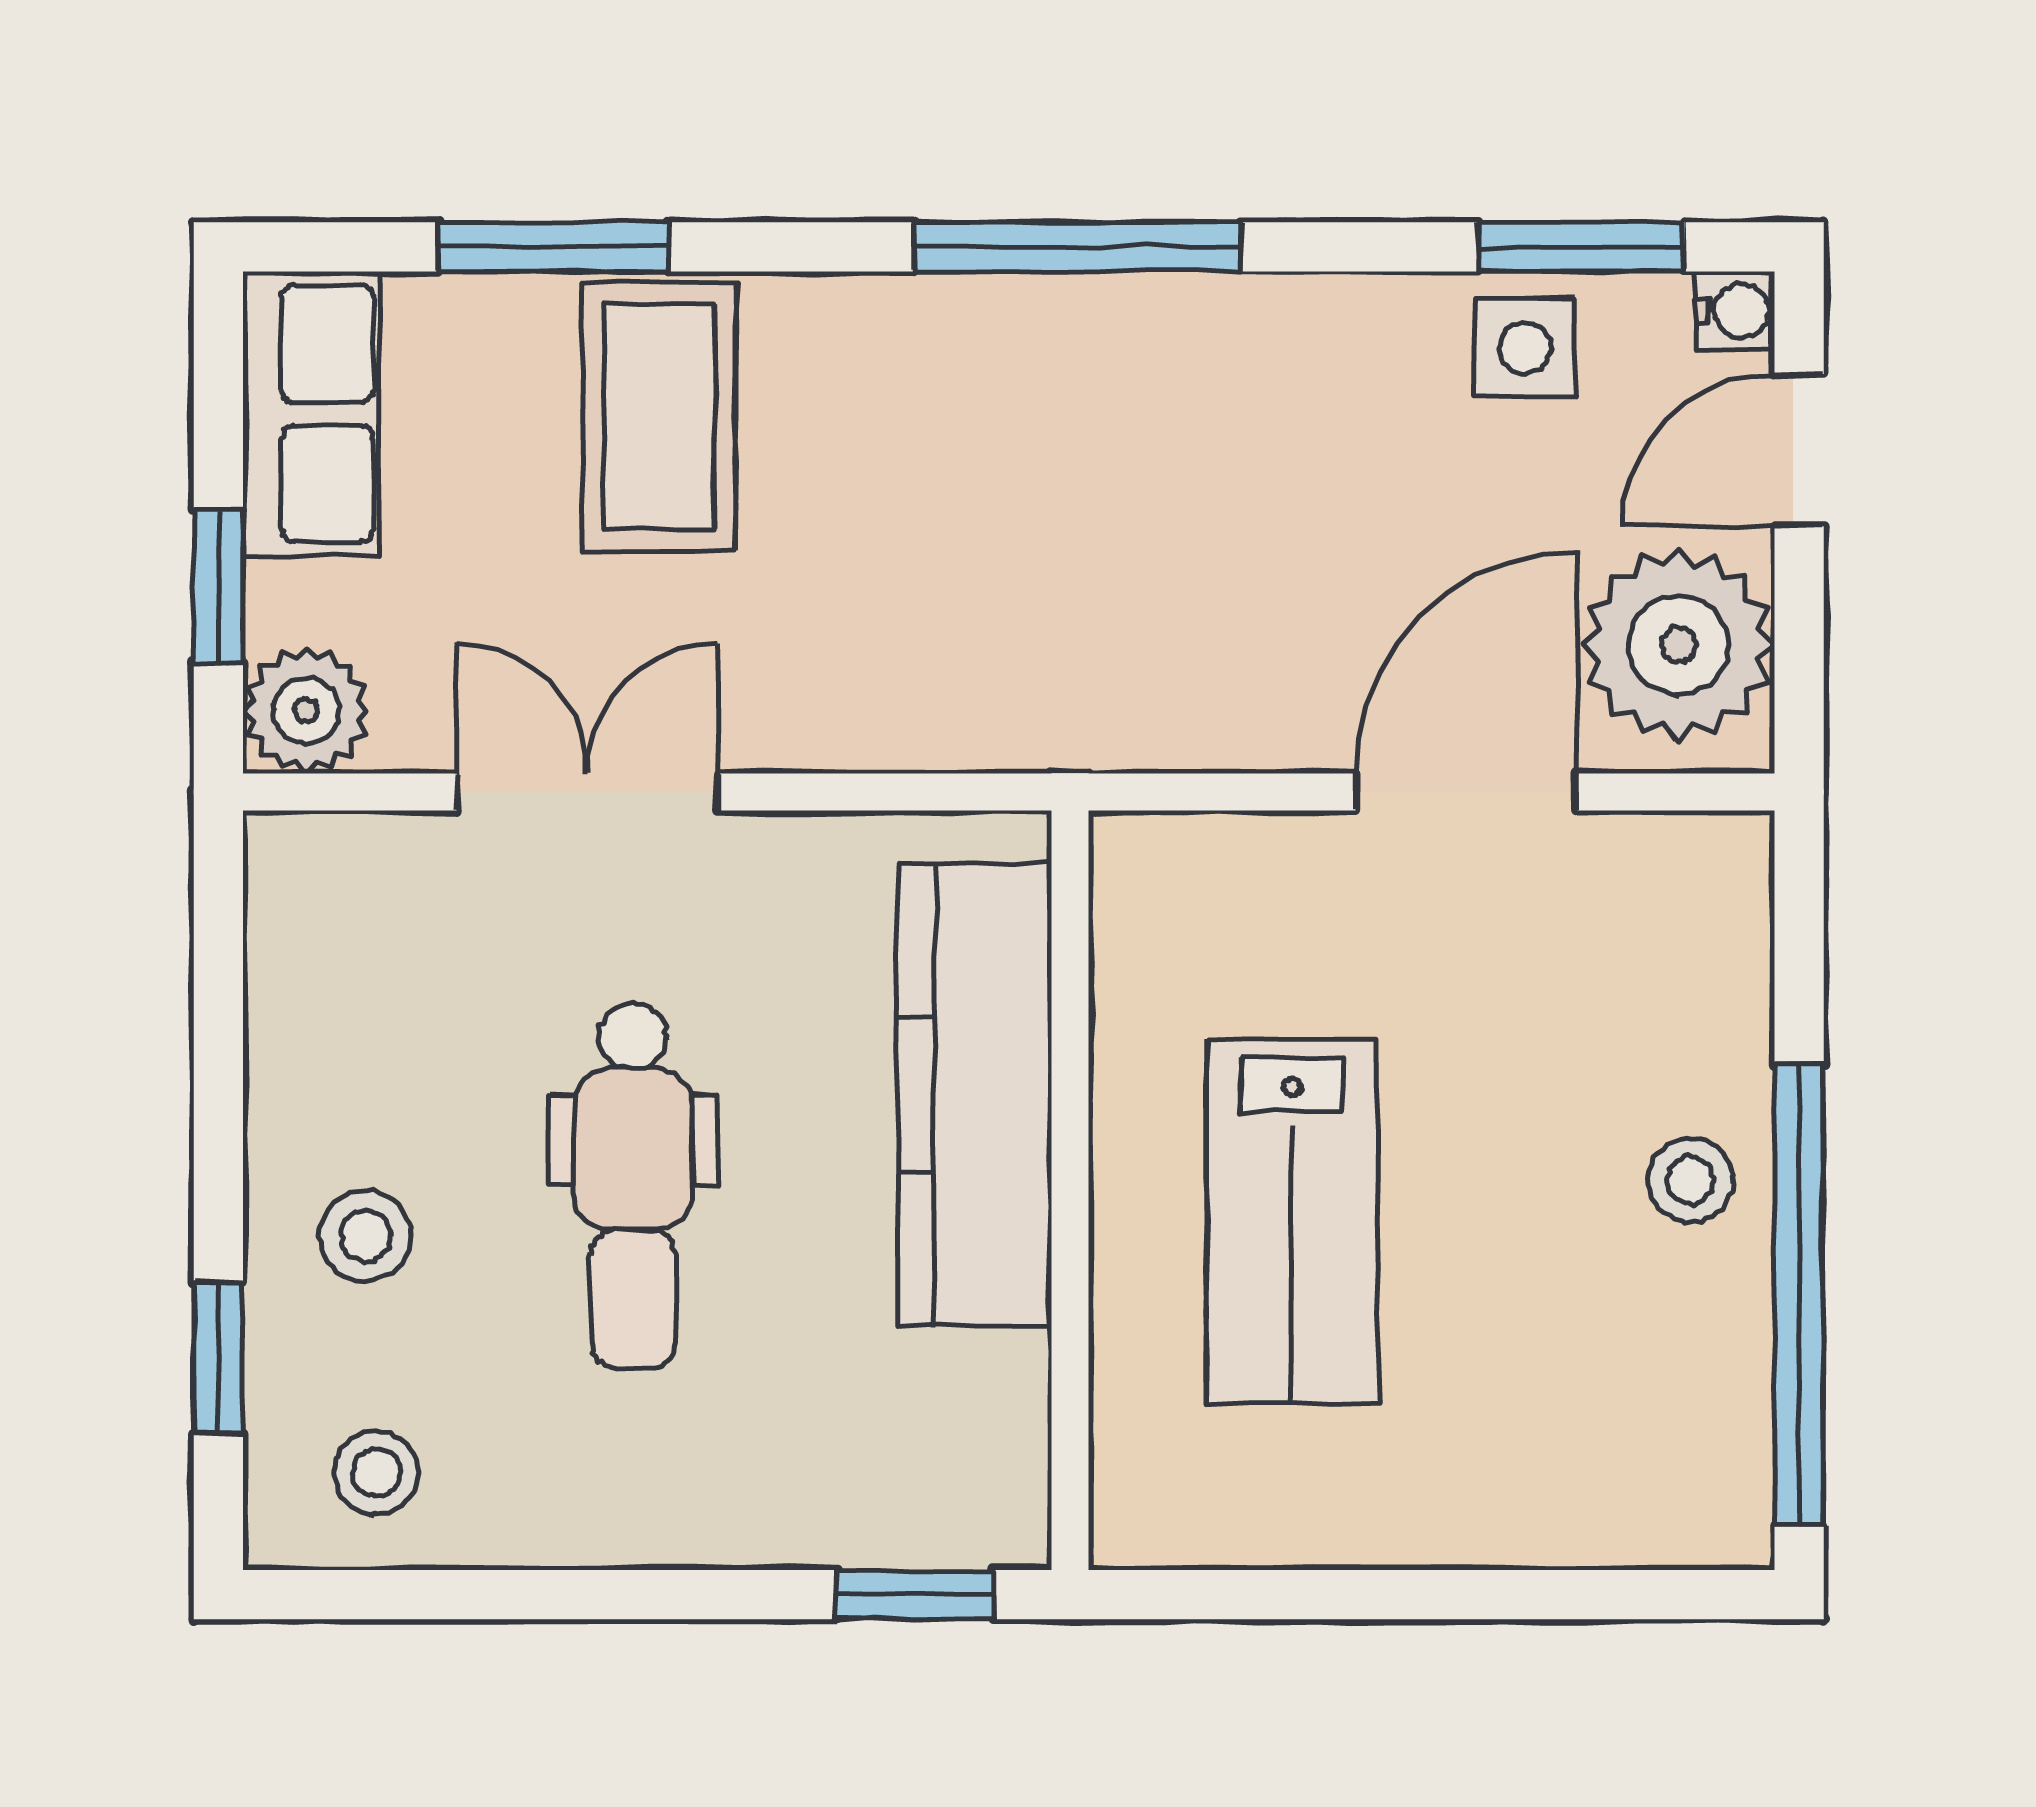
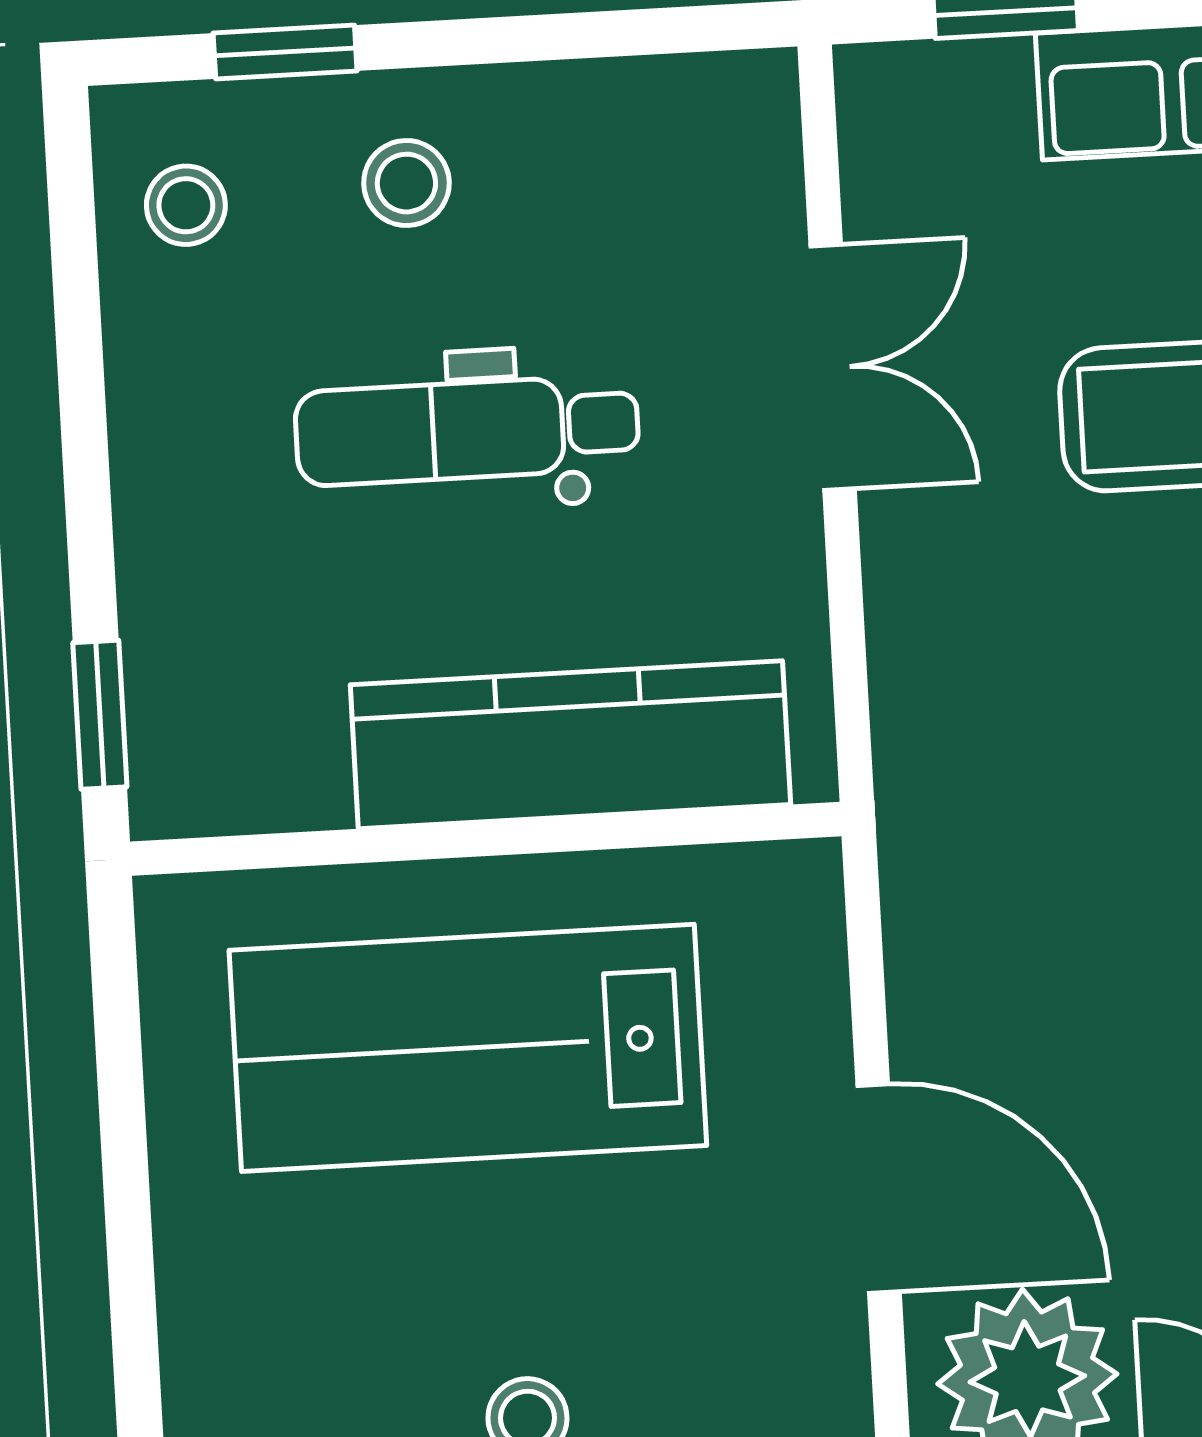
plant: (306, 710) -> (894, 100), removed
lab bench: (1292, 1222) -> (468, 1048), width x1.36, depth x1.39

